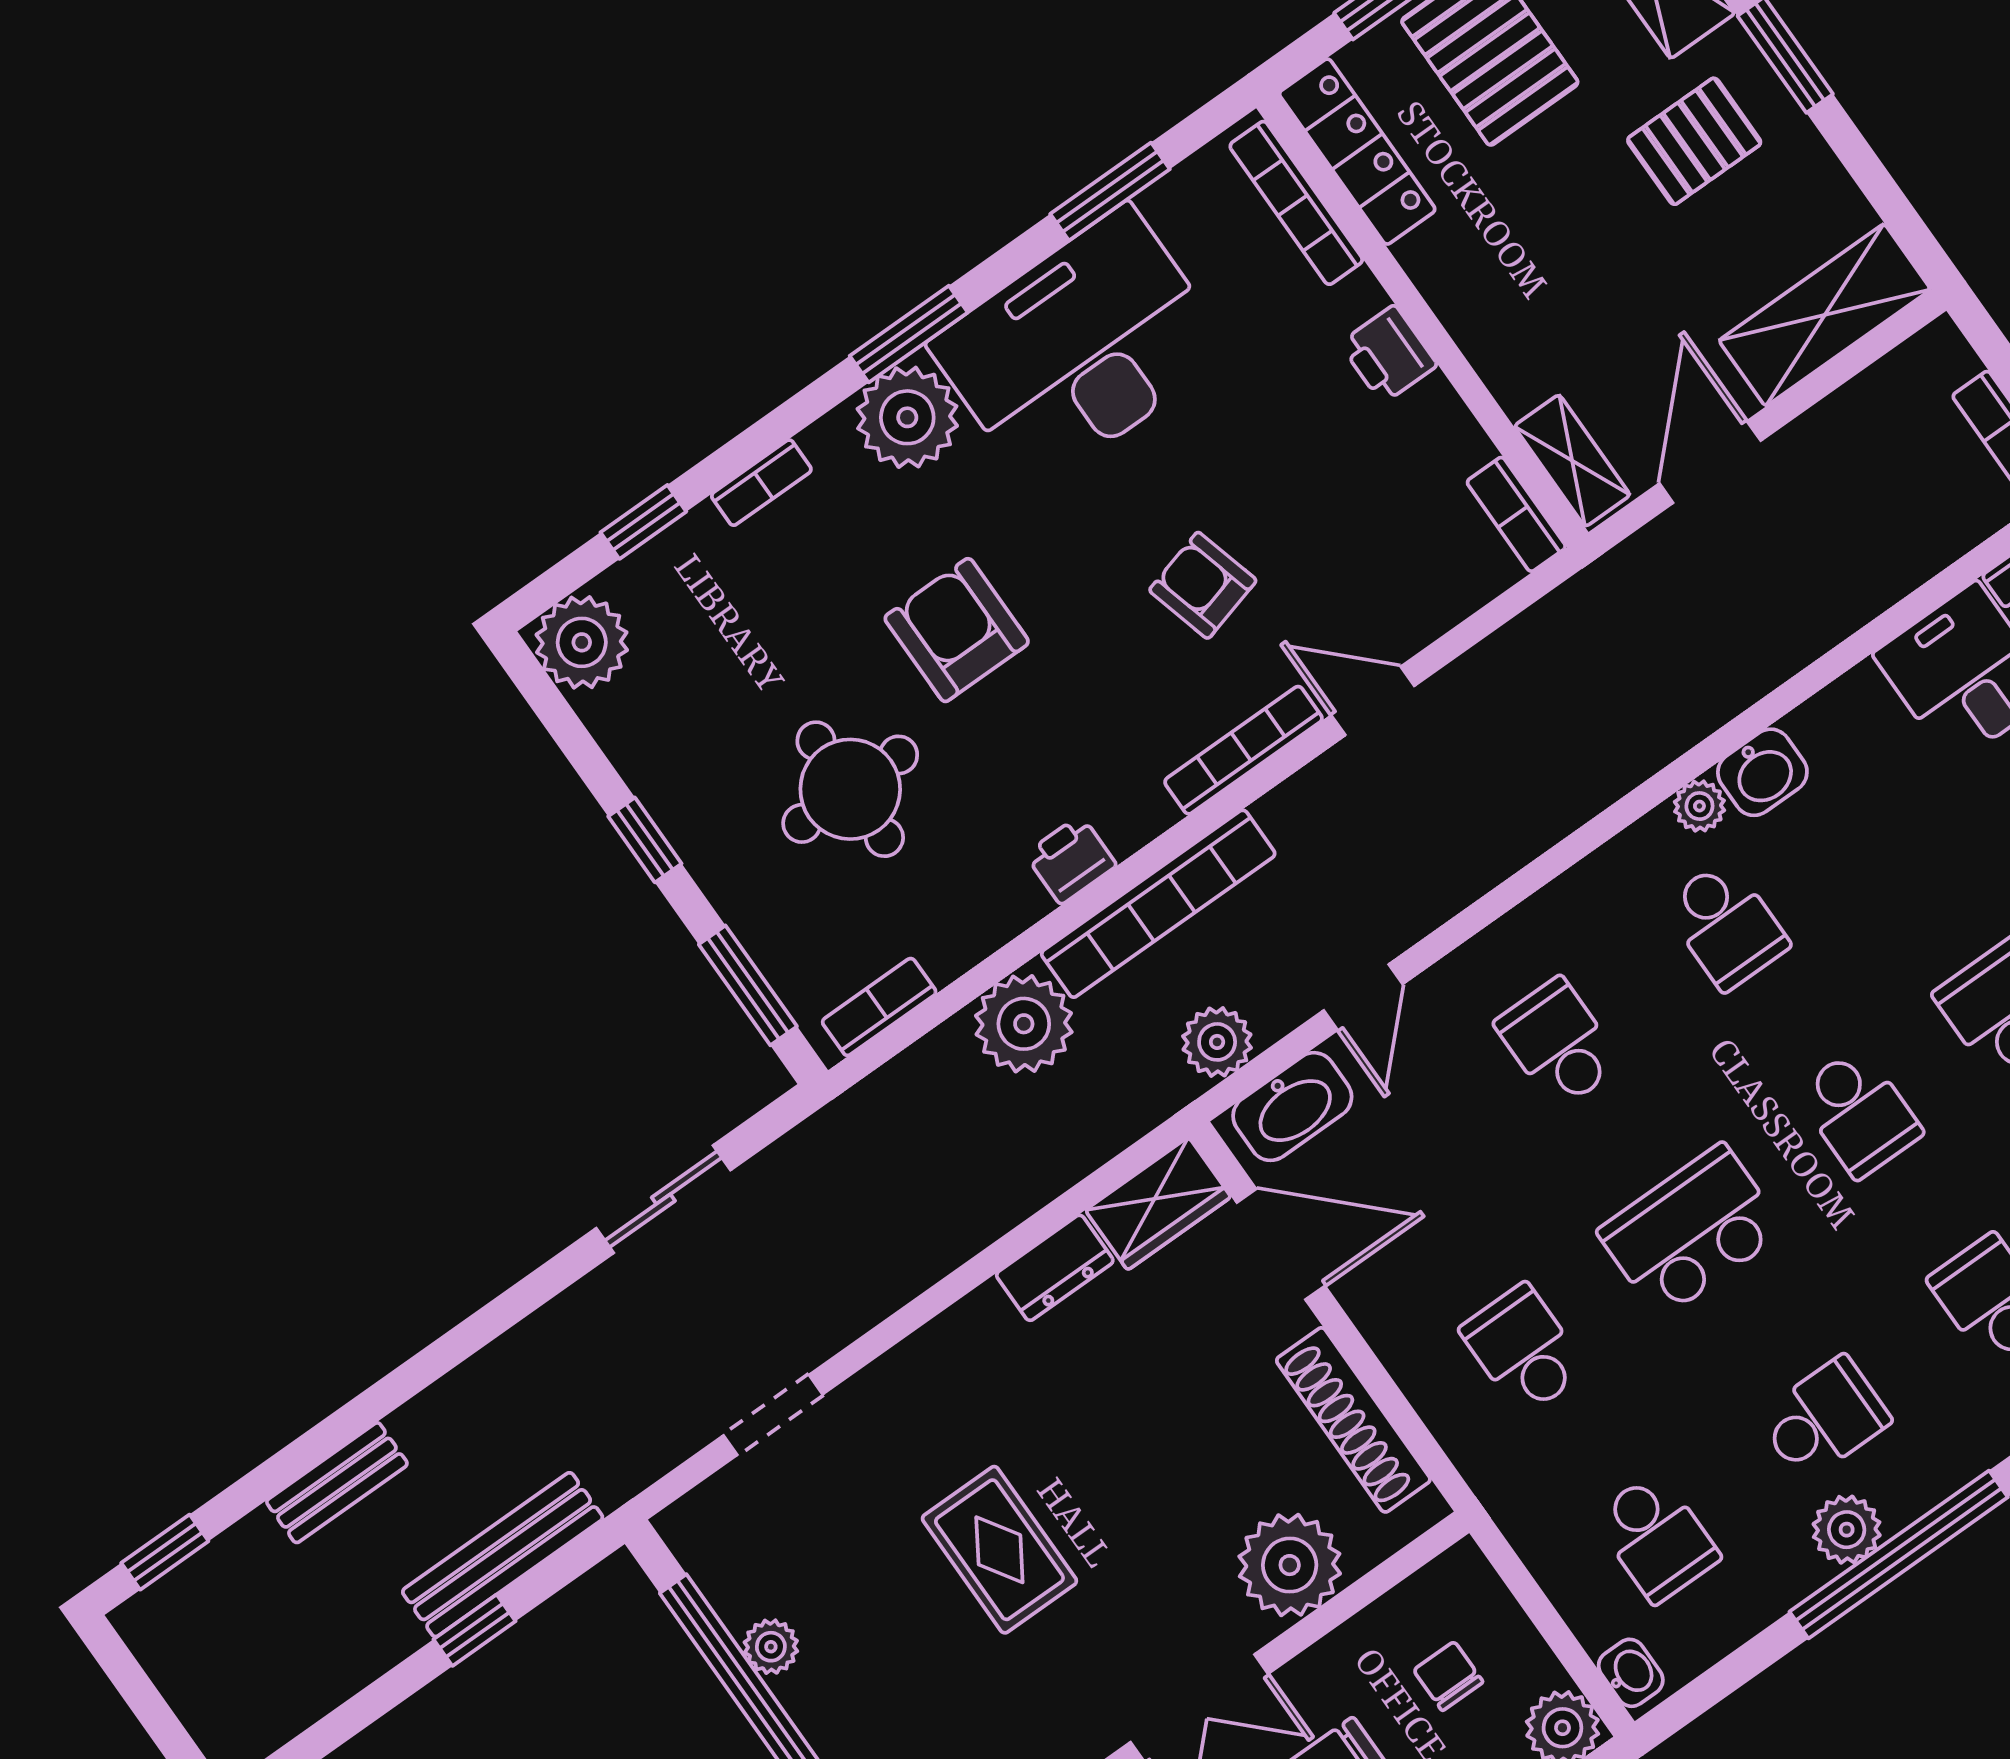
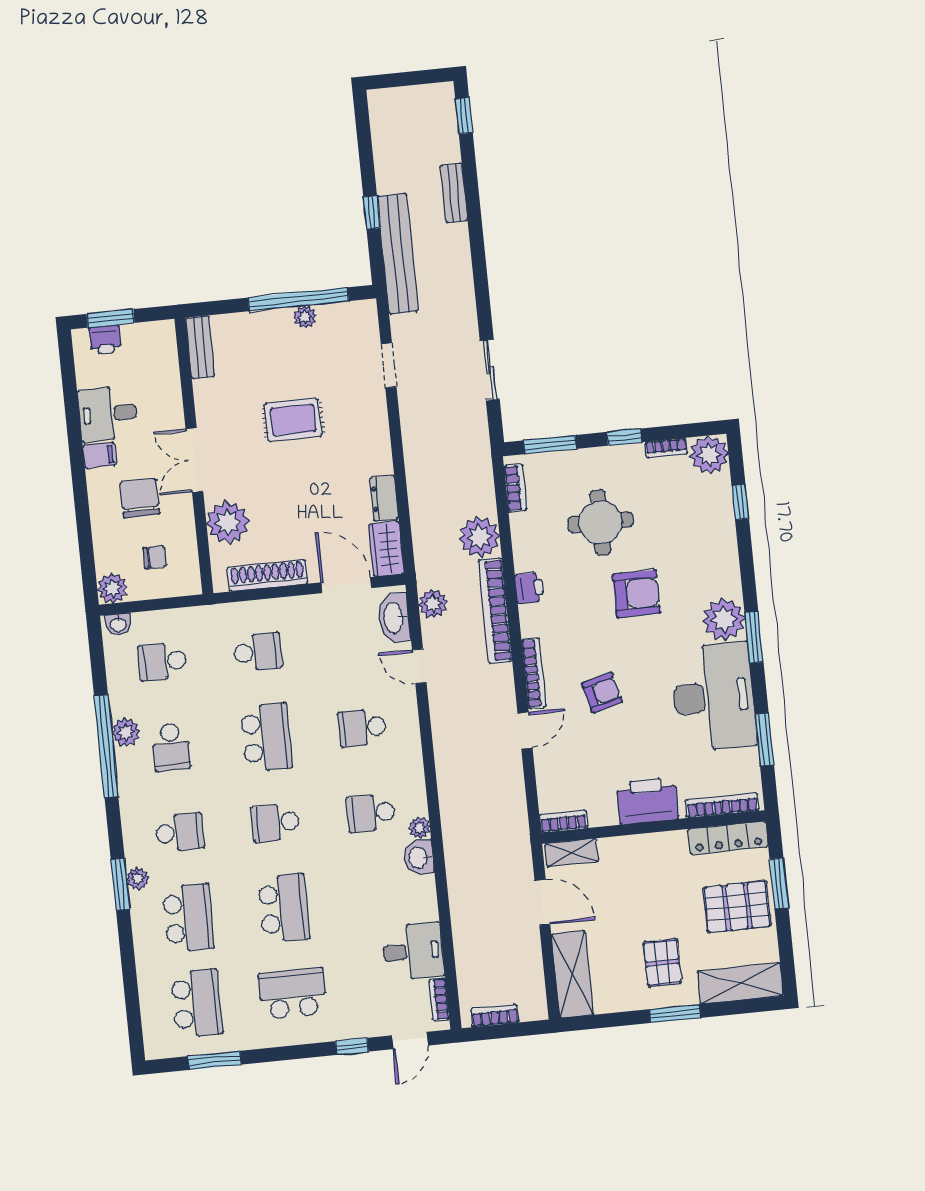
printer: (1389, 354) -> (647, 801), width x1.87, depth x1.48
bookcase: (761, 483) -> (666, 448), moved, turned -90
school desk: (1558, 1044) -> (362, 728), turned 180
door: (1281, 1244) -> (346, 585), swing flipped
bench: (503, 1555) -> (398, 254), width x1.37, depth x1.21

